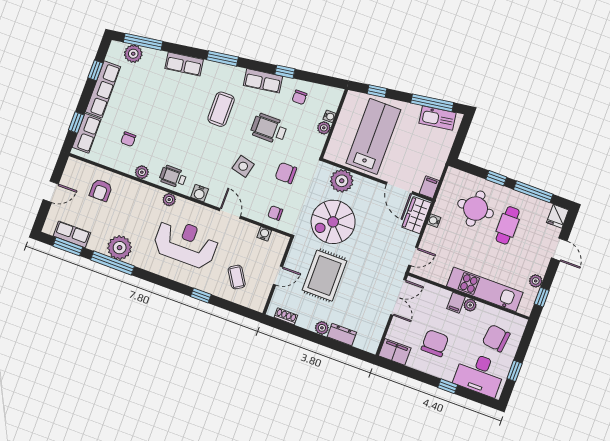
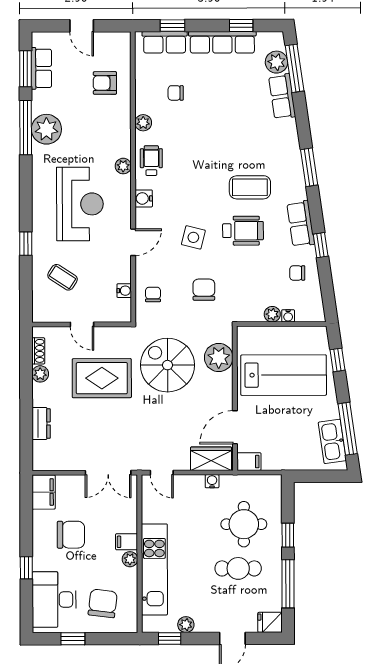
row of seats: (184, 64) -> (282, 96), moved
wheelchair: (269, 129) -> (243, 231), moved, turned 90
coffee table: (237, 277) -> (63, 277), turned 65
plant: (322, 328) -> (40, 374), moved

